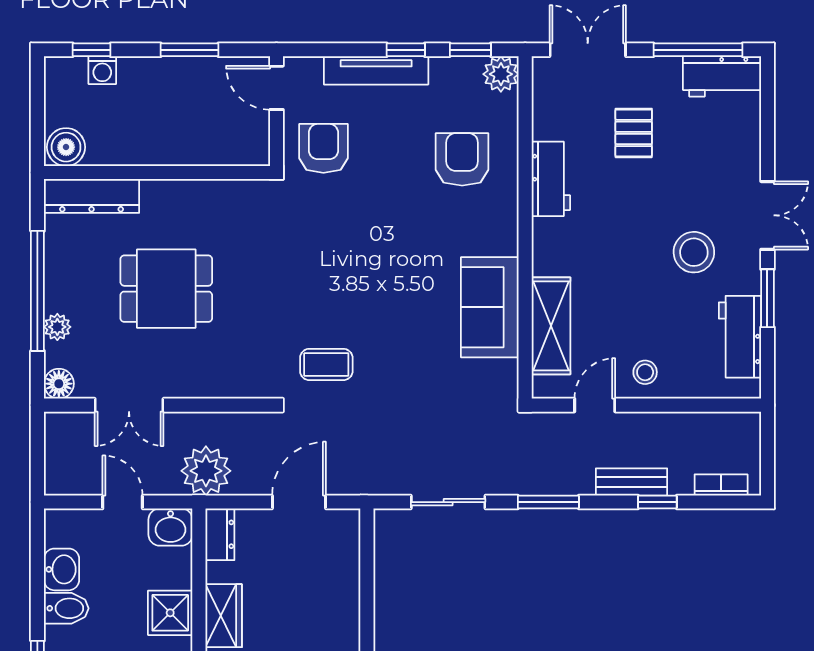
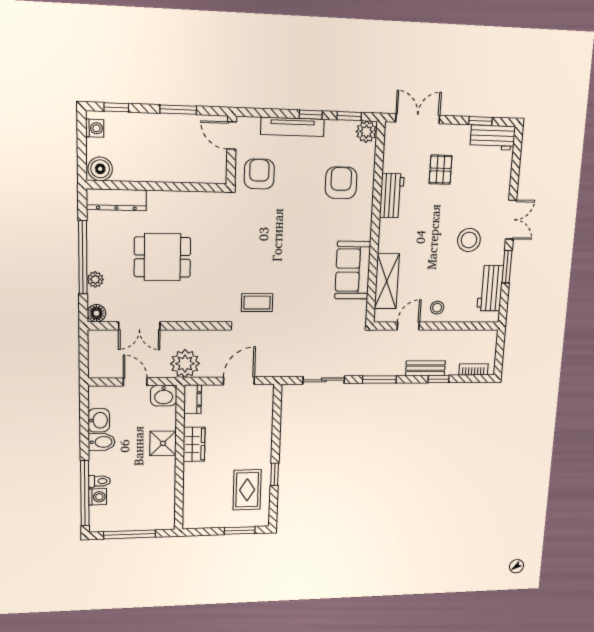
window: (698, 50) -> (481, 121), width x0.46
washing machine: (102, 70) -> (95, 128), moved, turned -90

